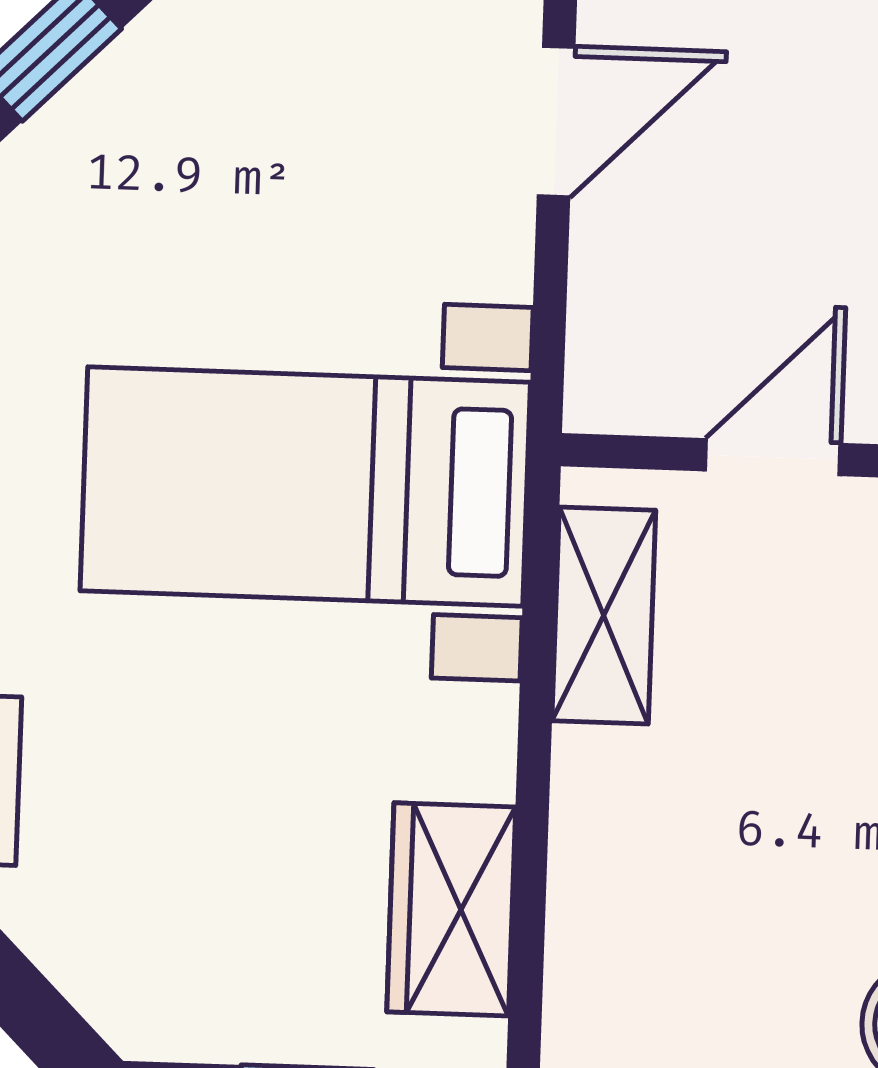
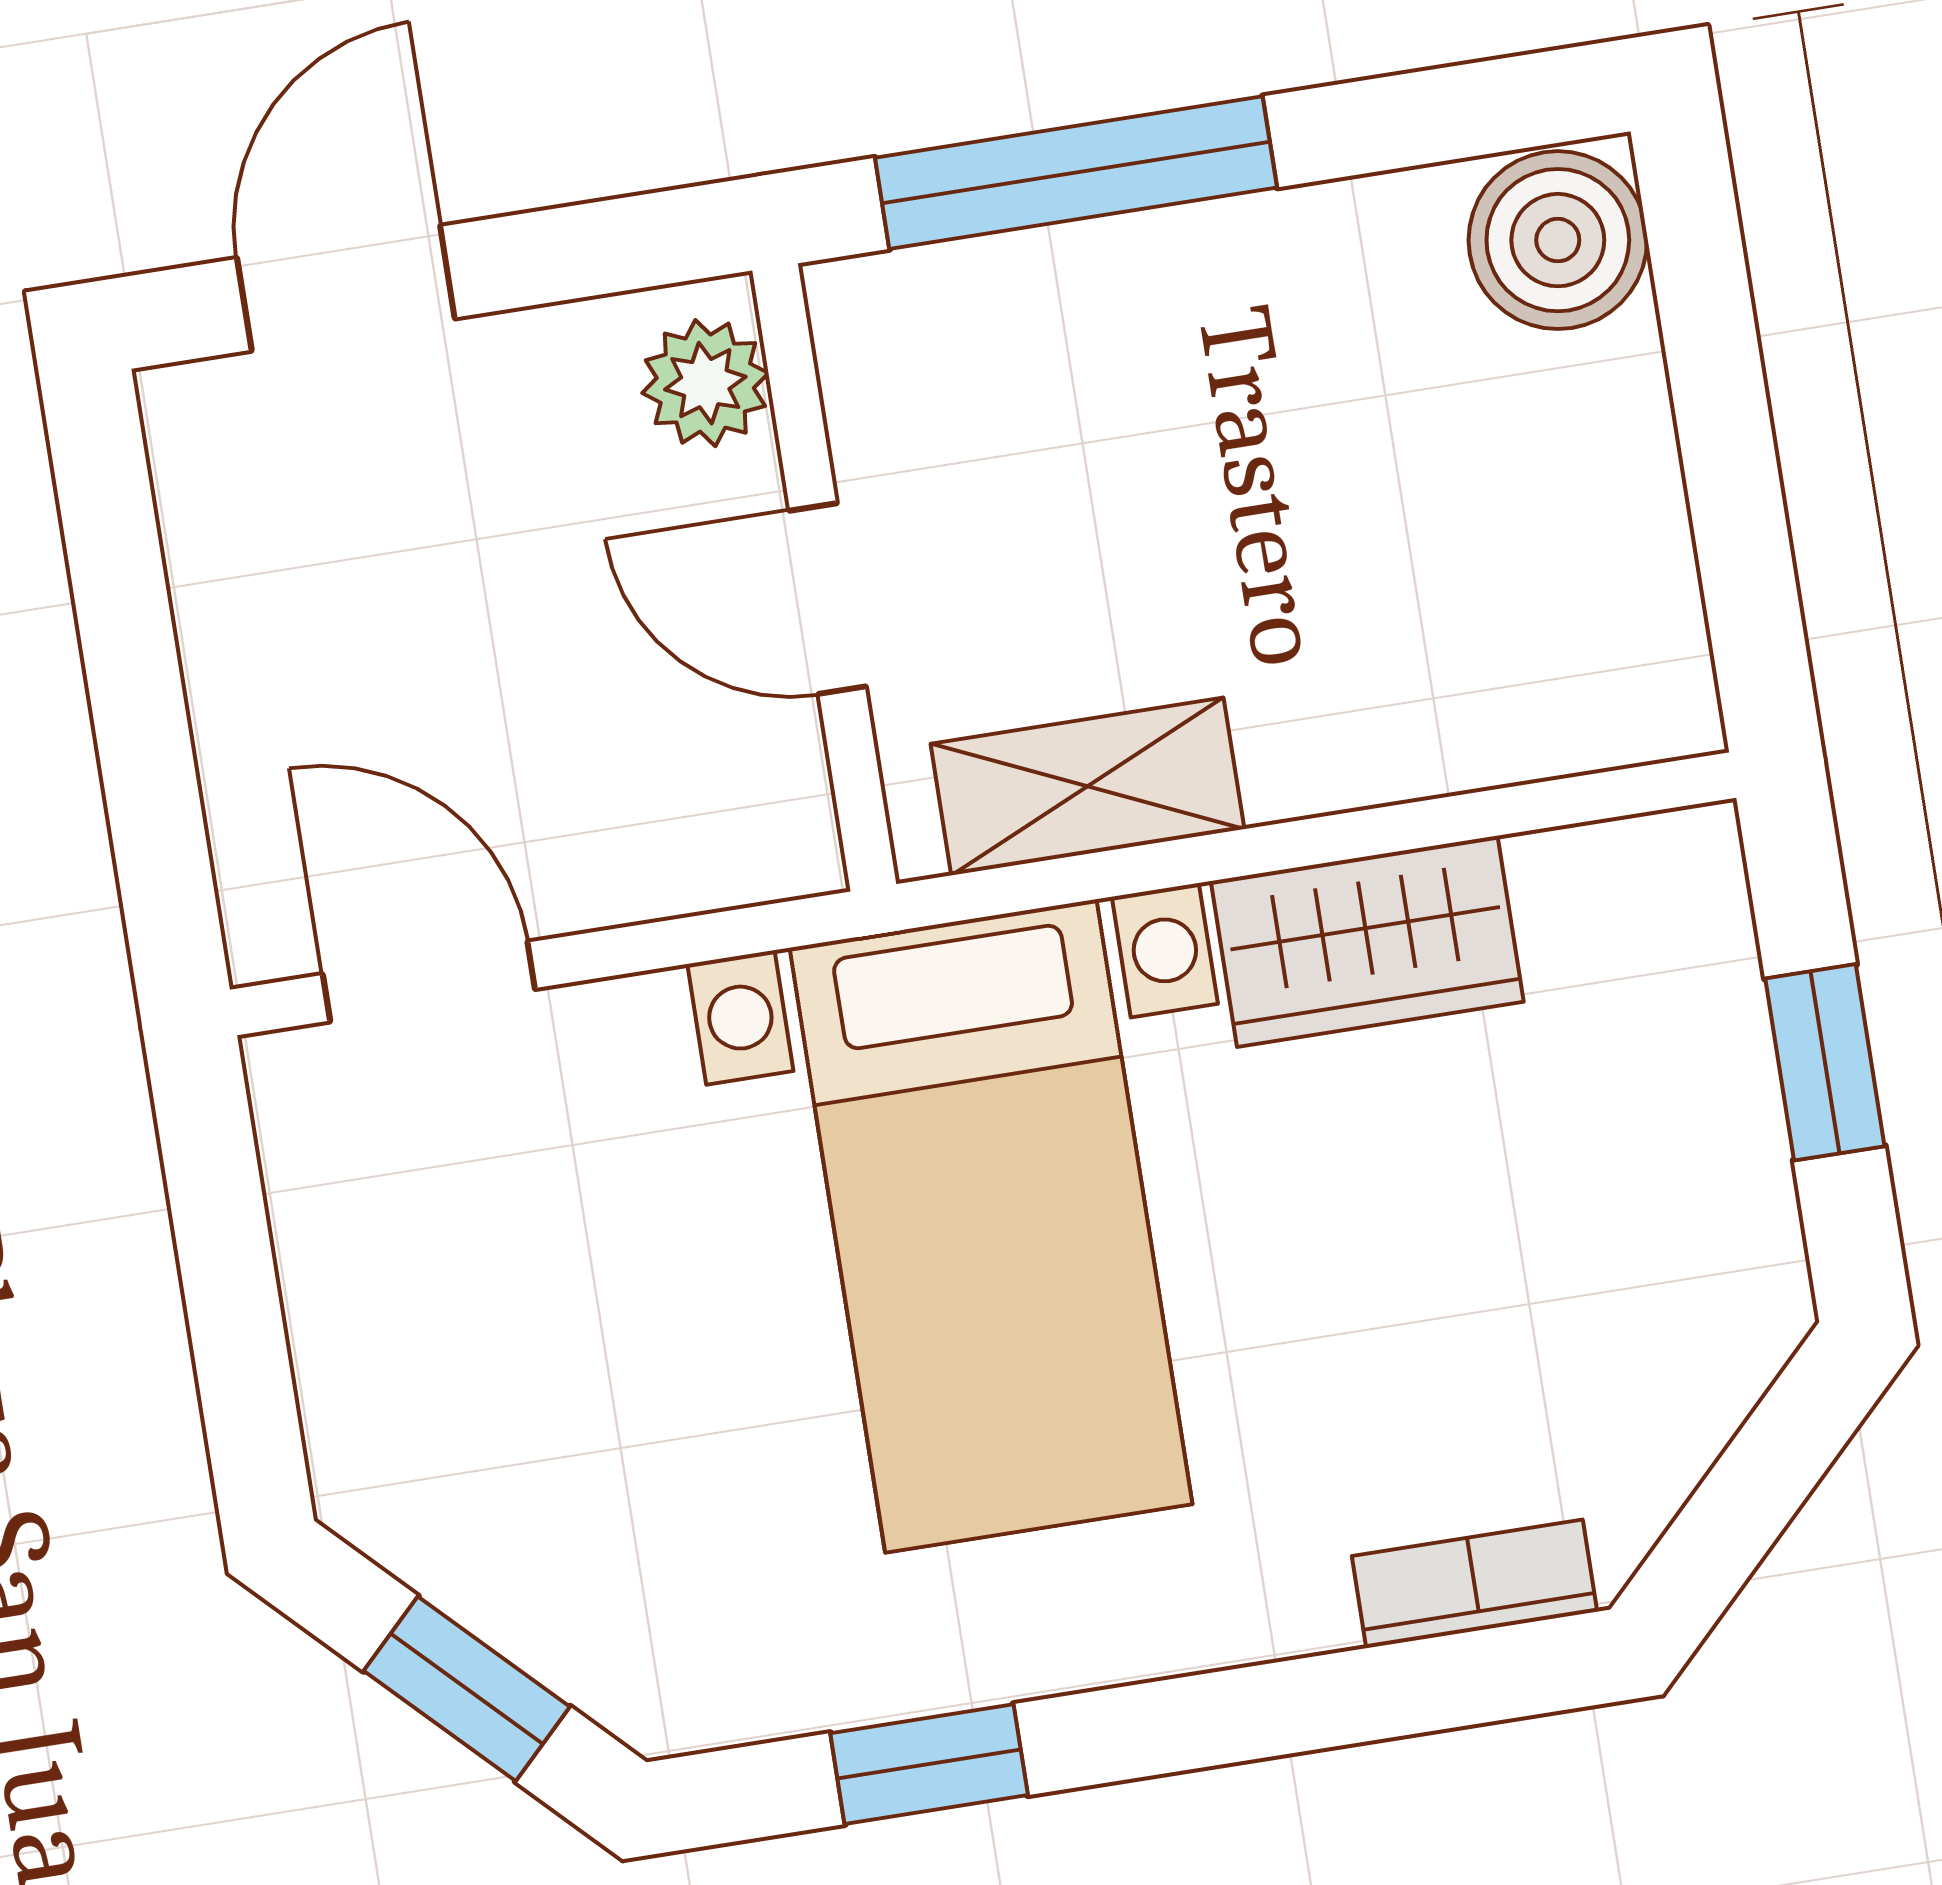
wardrobe: (451, 909) -> (1367, 941), moved

